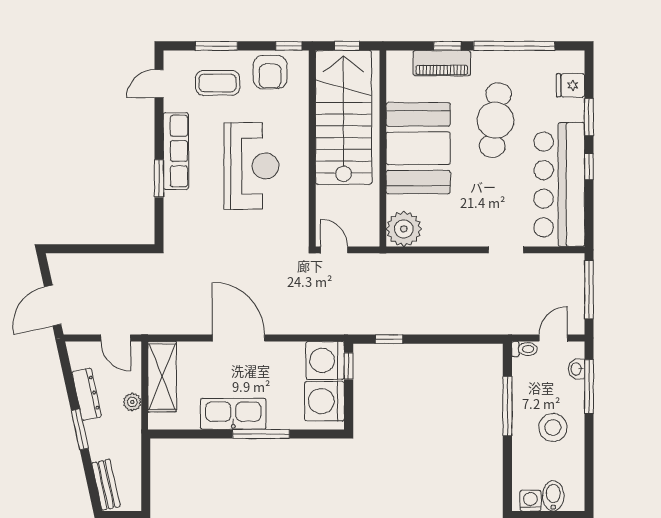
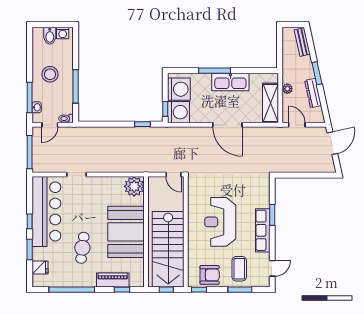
window: (447, 46) -> (122, 290), moved
armchair: (270, 72) -> (210, 275), turned 90
coffee table: (218, 83) -> (239, 269), turned 90
cafe table: (495, 120) -> (82, 248), width x0.73, depth x0.74

